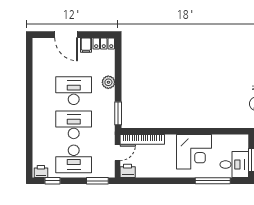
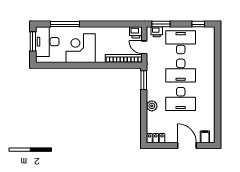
filing cabinet: (86, 45) -> (205, 137), moved
door: (118, 153) -> (144, 47), hinge flipped
desk: (234, 165) -> (47, 42), width x1.37
printer: (41, 172) -> (157, 32), moved

